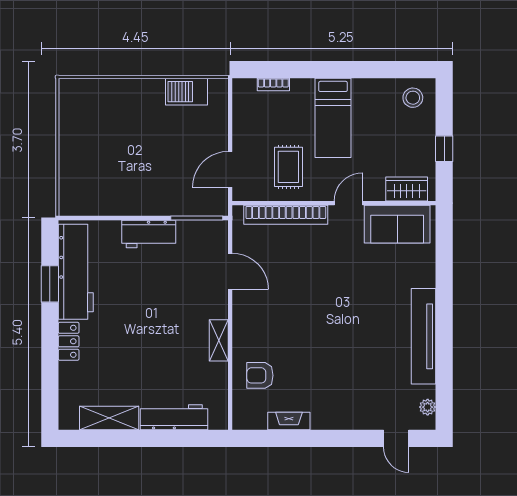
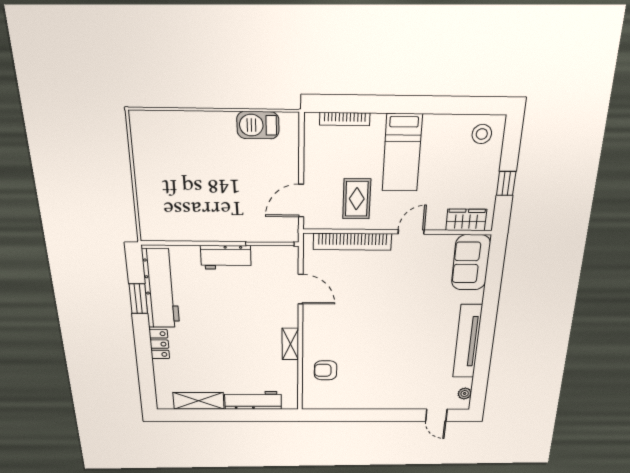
bookcase: (273, 84) -> (345, 119), width x1.56
sofa: (397, 224) -> (471, 263), moved, turned 90
fireplace: (289, 421) -> (349, 403), removed

